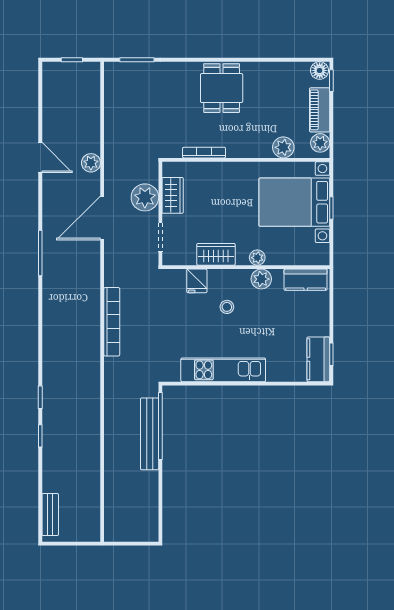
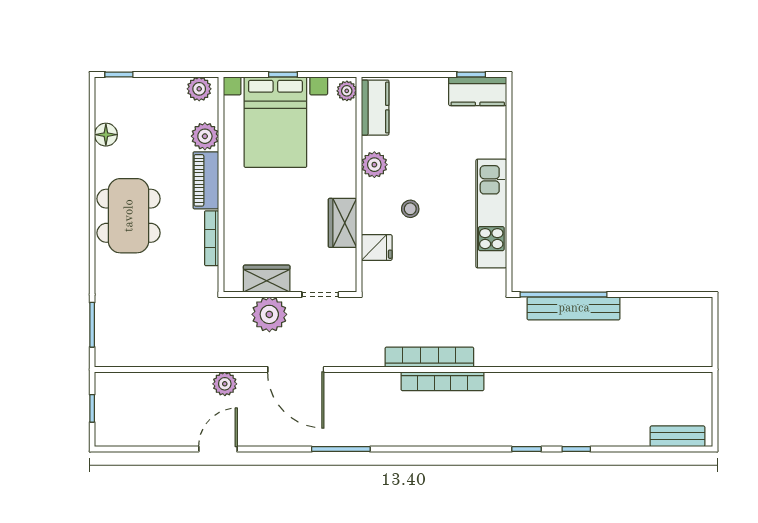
floor lamp: (320, 70) -> (106, 135), moved
dining table: (222, 88) -> (129, 216), width x1.38
piano: (320, 110) -> (206, 180), moved, turned 90
plant: (257, 258) -> (347, 91), moved
bookcase: (93, 332) -> (442, 381), added

